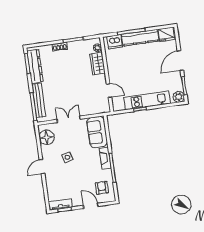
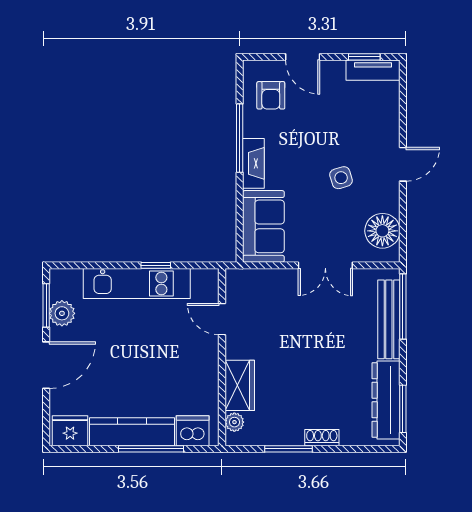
plant: (179, 97) -> (62, 313), moved

